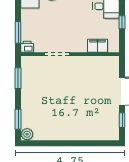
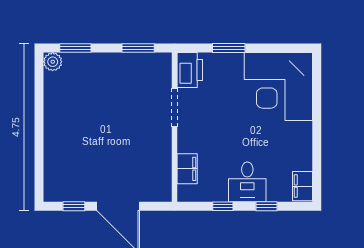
window: (18, 32) -> (229, 48), moved
printer: (27, 47) -> (190, 70), width x1.87, depth x1.48

